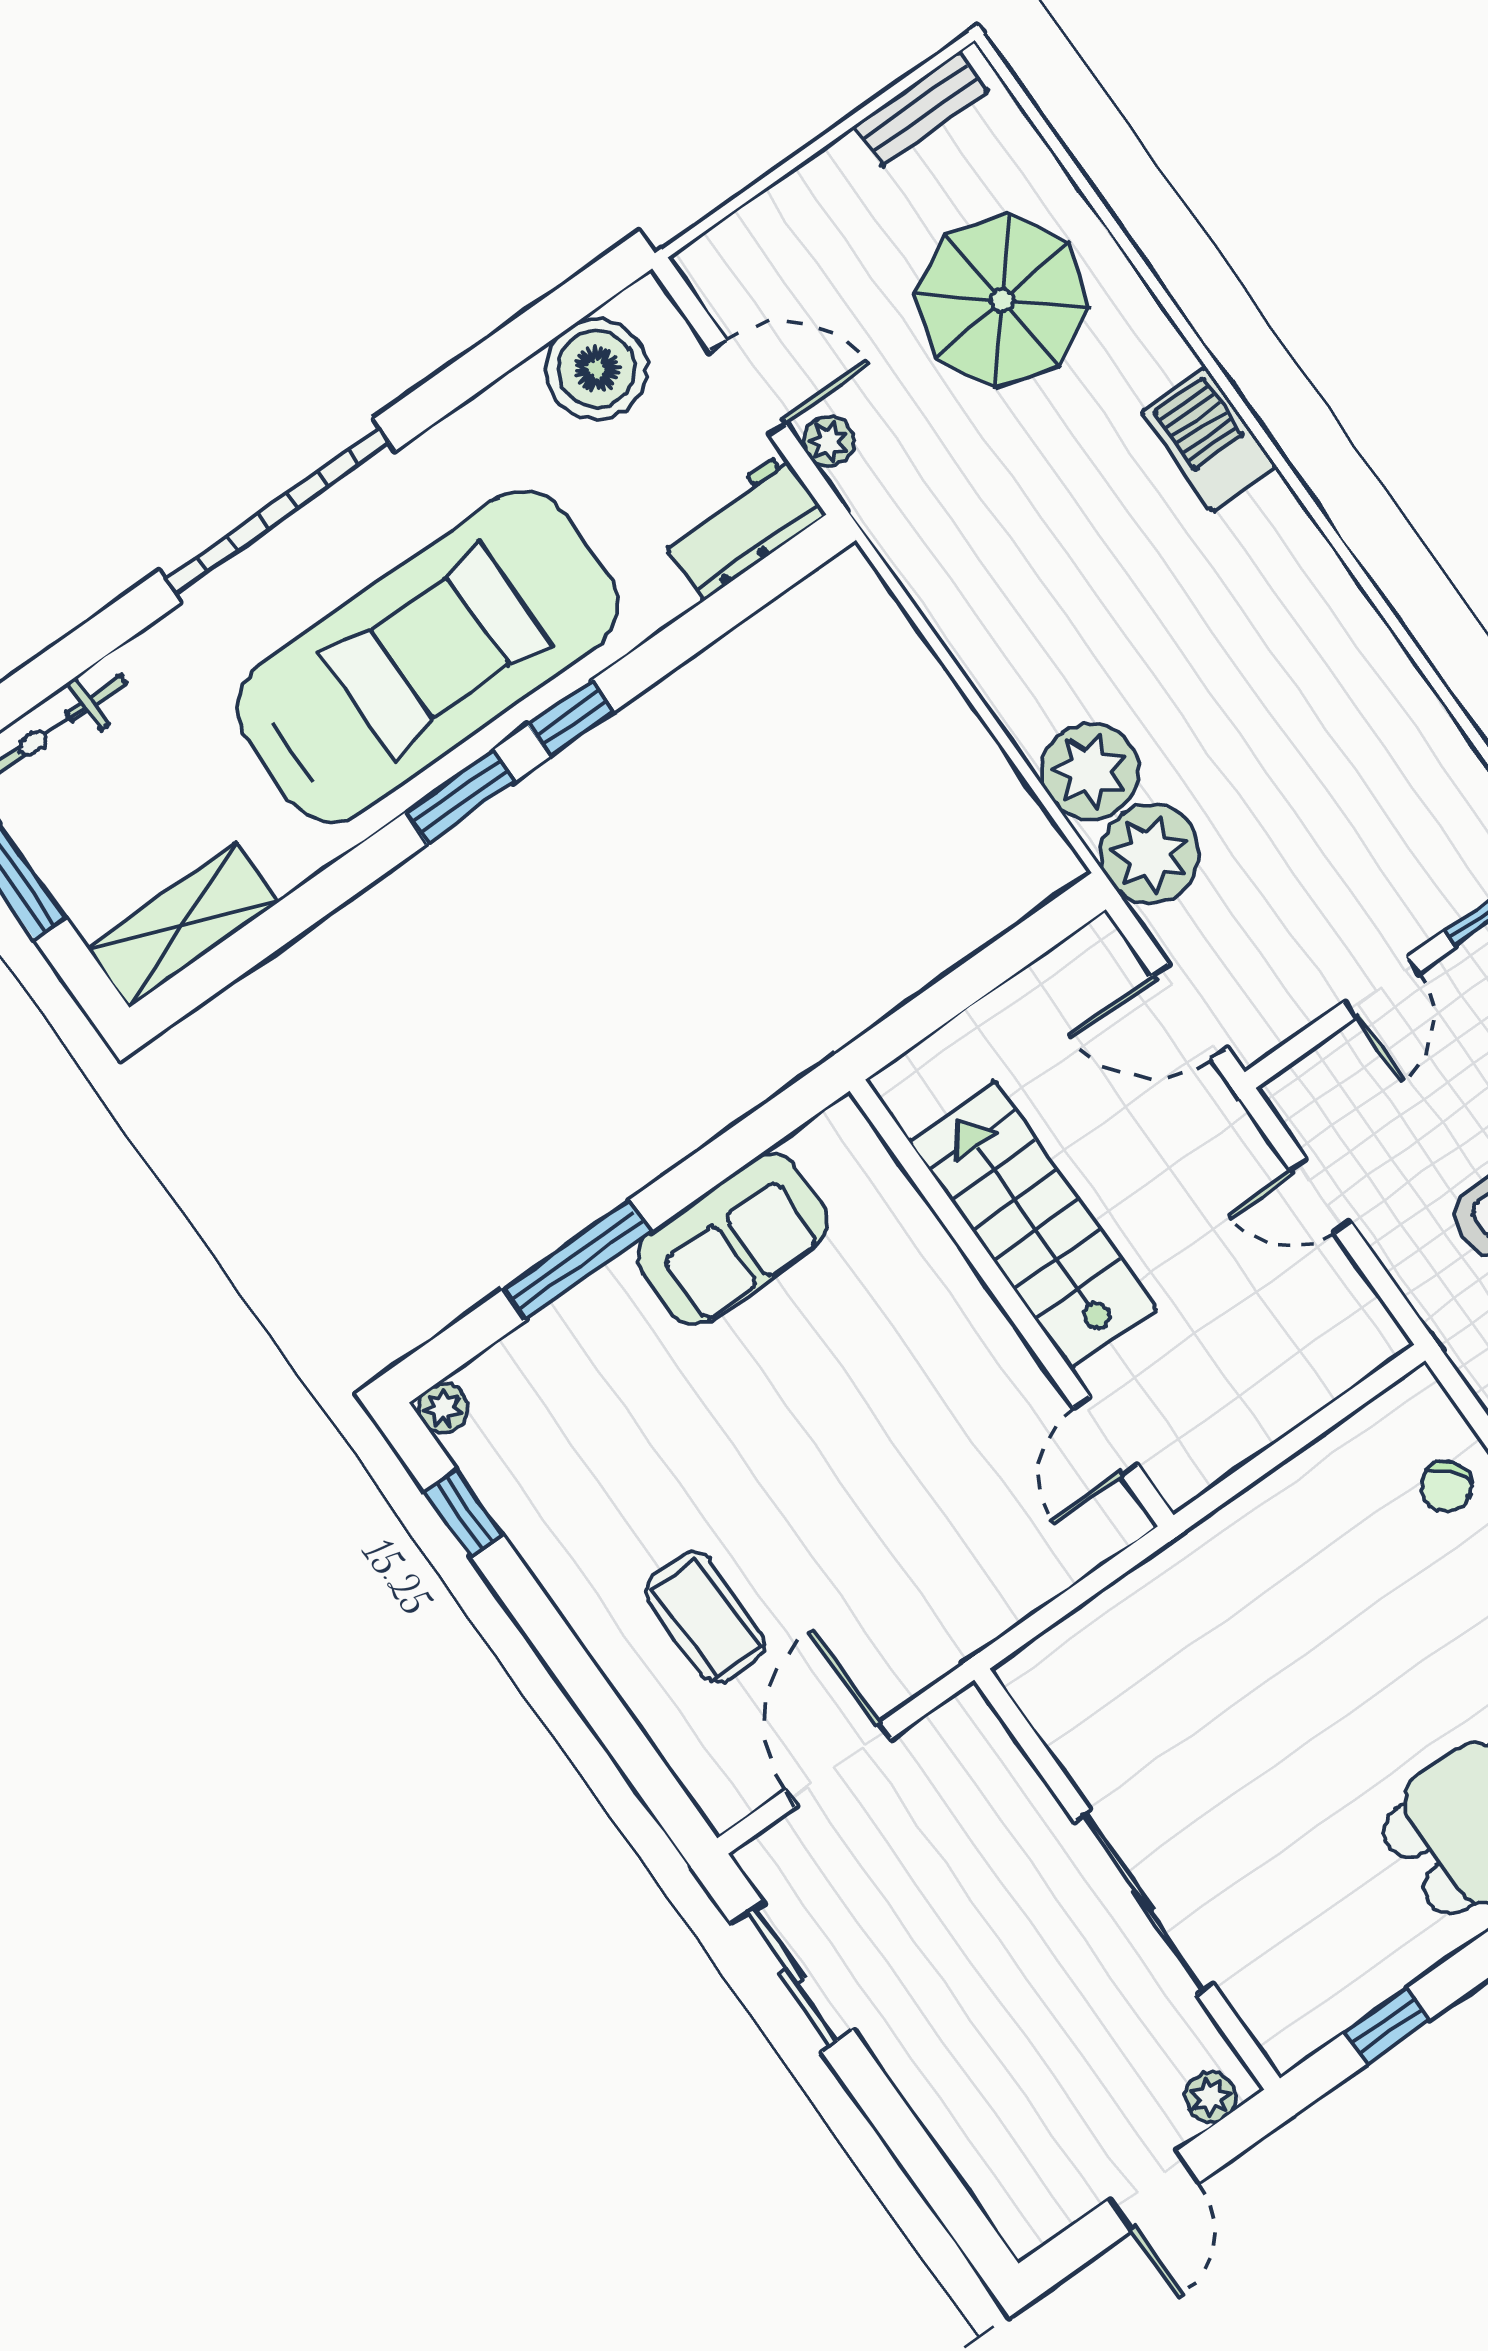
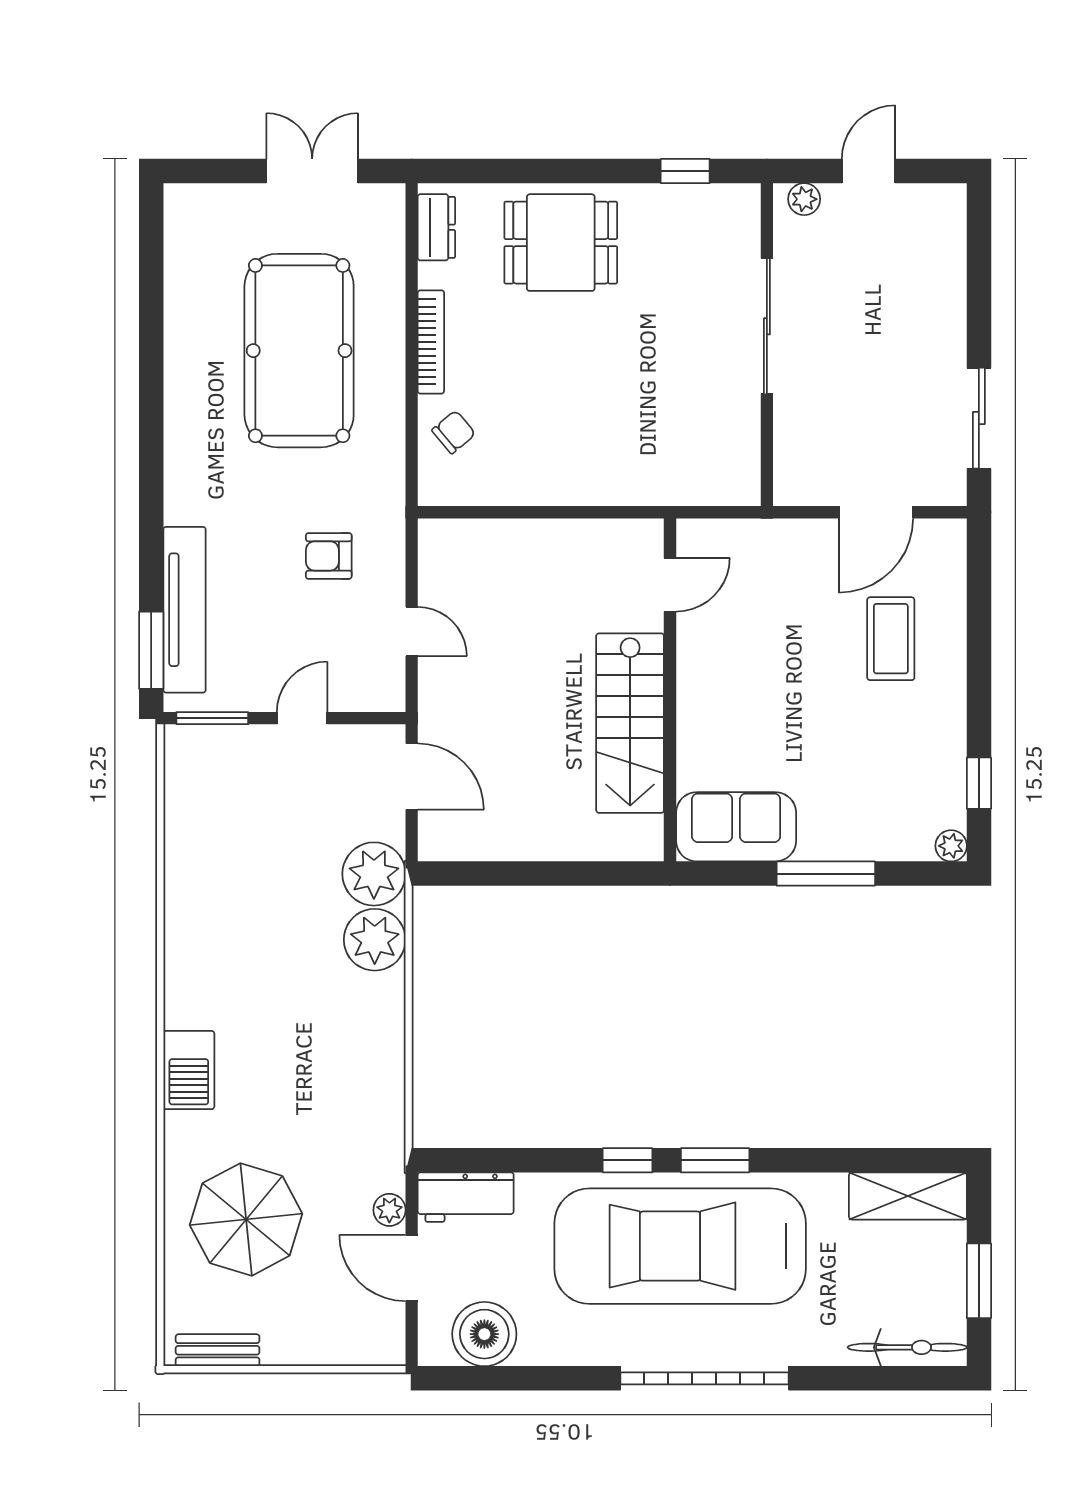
stairs: (1032, 1225) -> (630, 723), moved
wall: (1012, 1303) -> (670, 690), moved
door: (1106, 1436) -> (670, 585), moved

